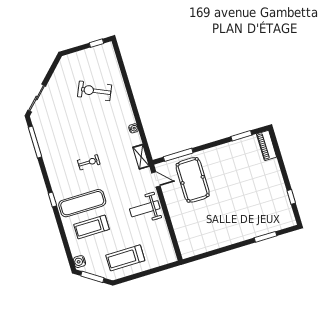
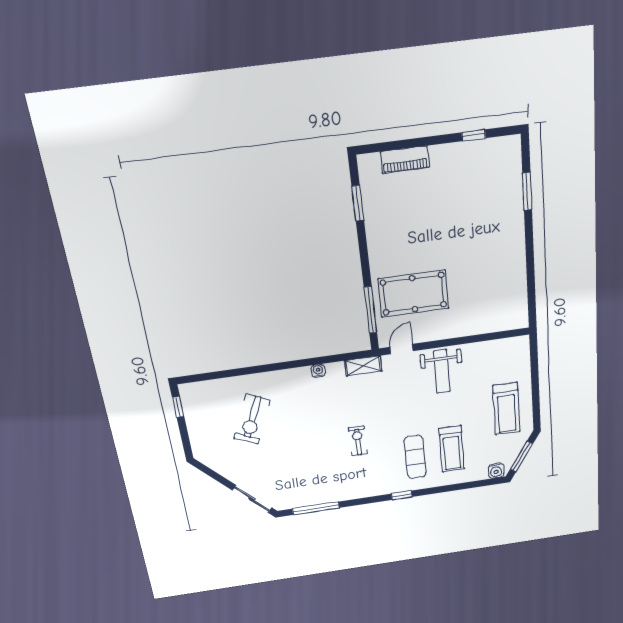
piano: (267, 145) -> (405, 160), moved
exercise mat: (82, 203) -> (415, 457), width x0.73, depth x0.69

